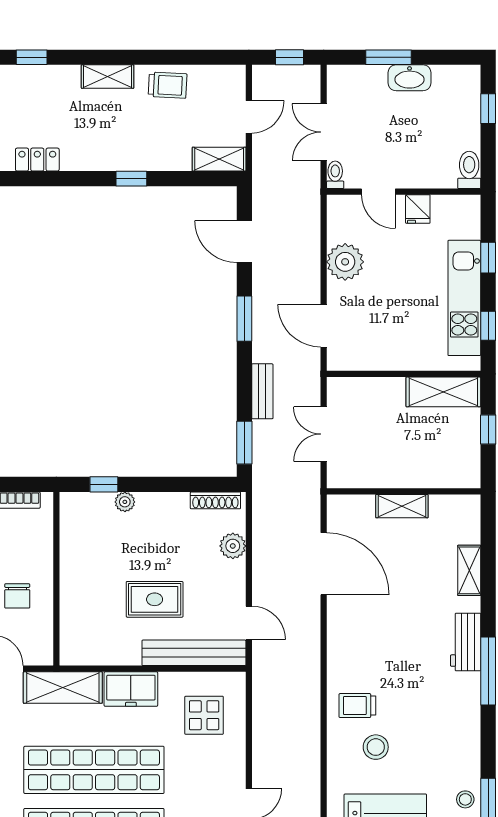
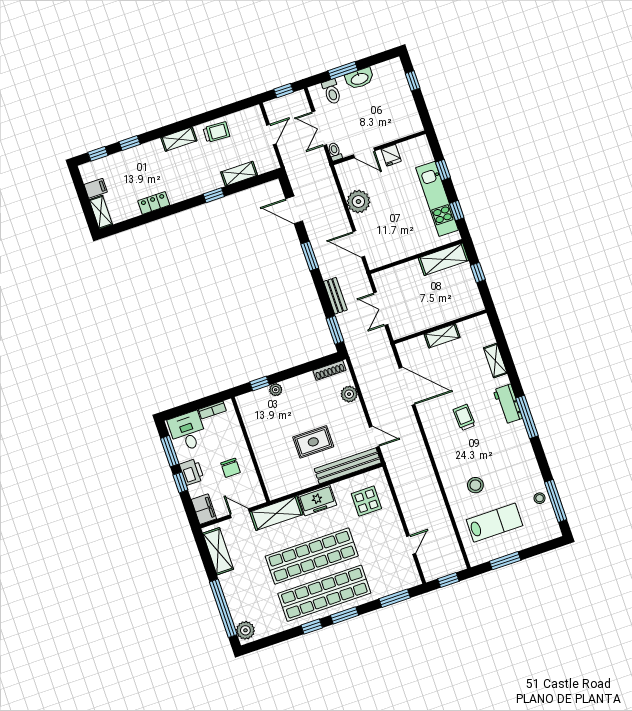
shelving: (219, 159) -> (239, 174), moved
toilet: (469, 170) -> (332, 92), moved, turned 180
trolley: (357, 706) -> (464, 417), moved, turned 87

